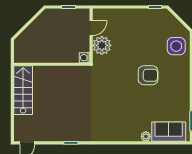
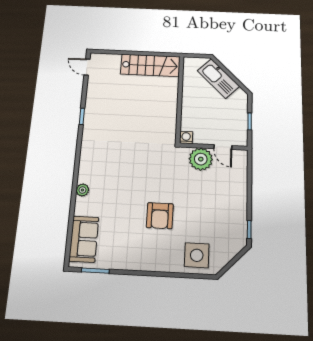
kitchen sink: (32, 33) -> (218, 78), added
plant: (146, 136) -> (82, 190), moved

